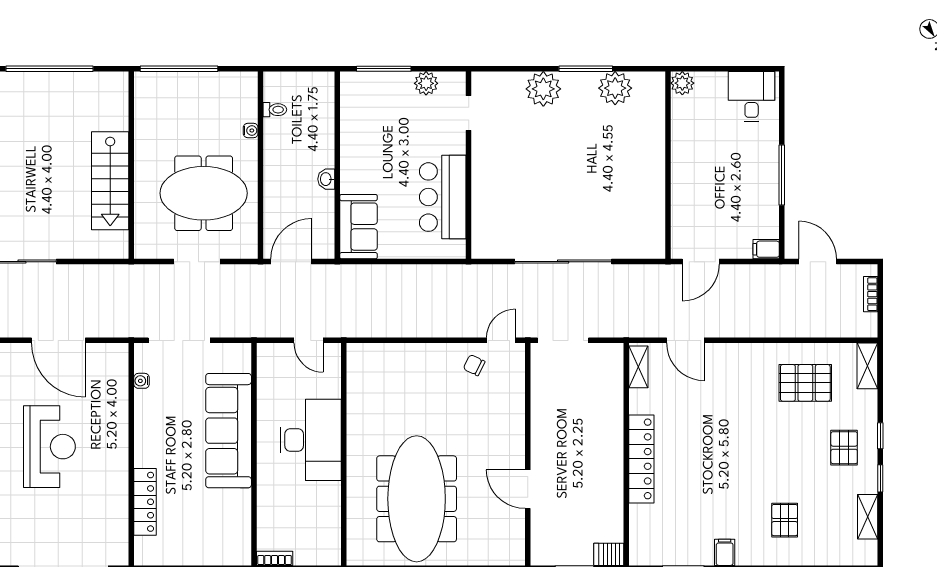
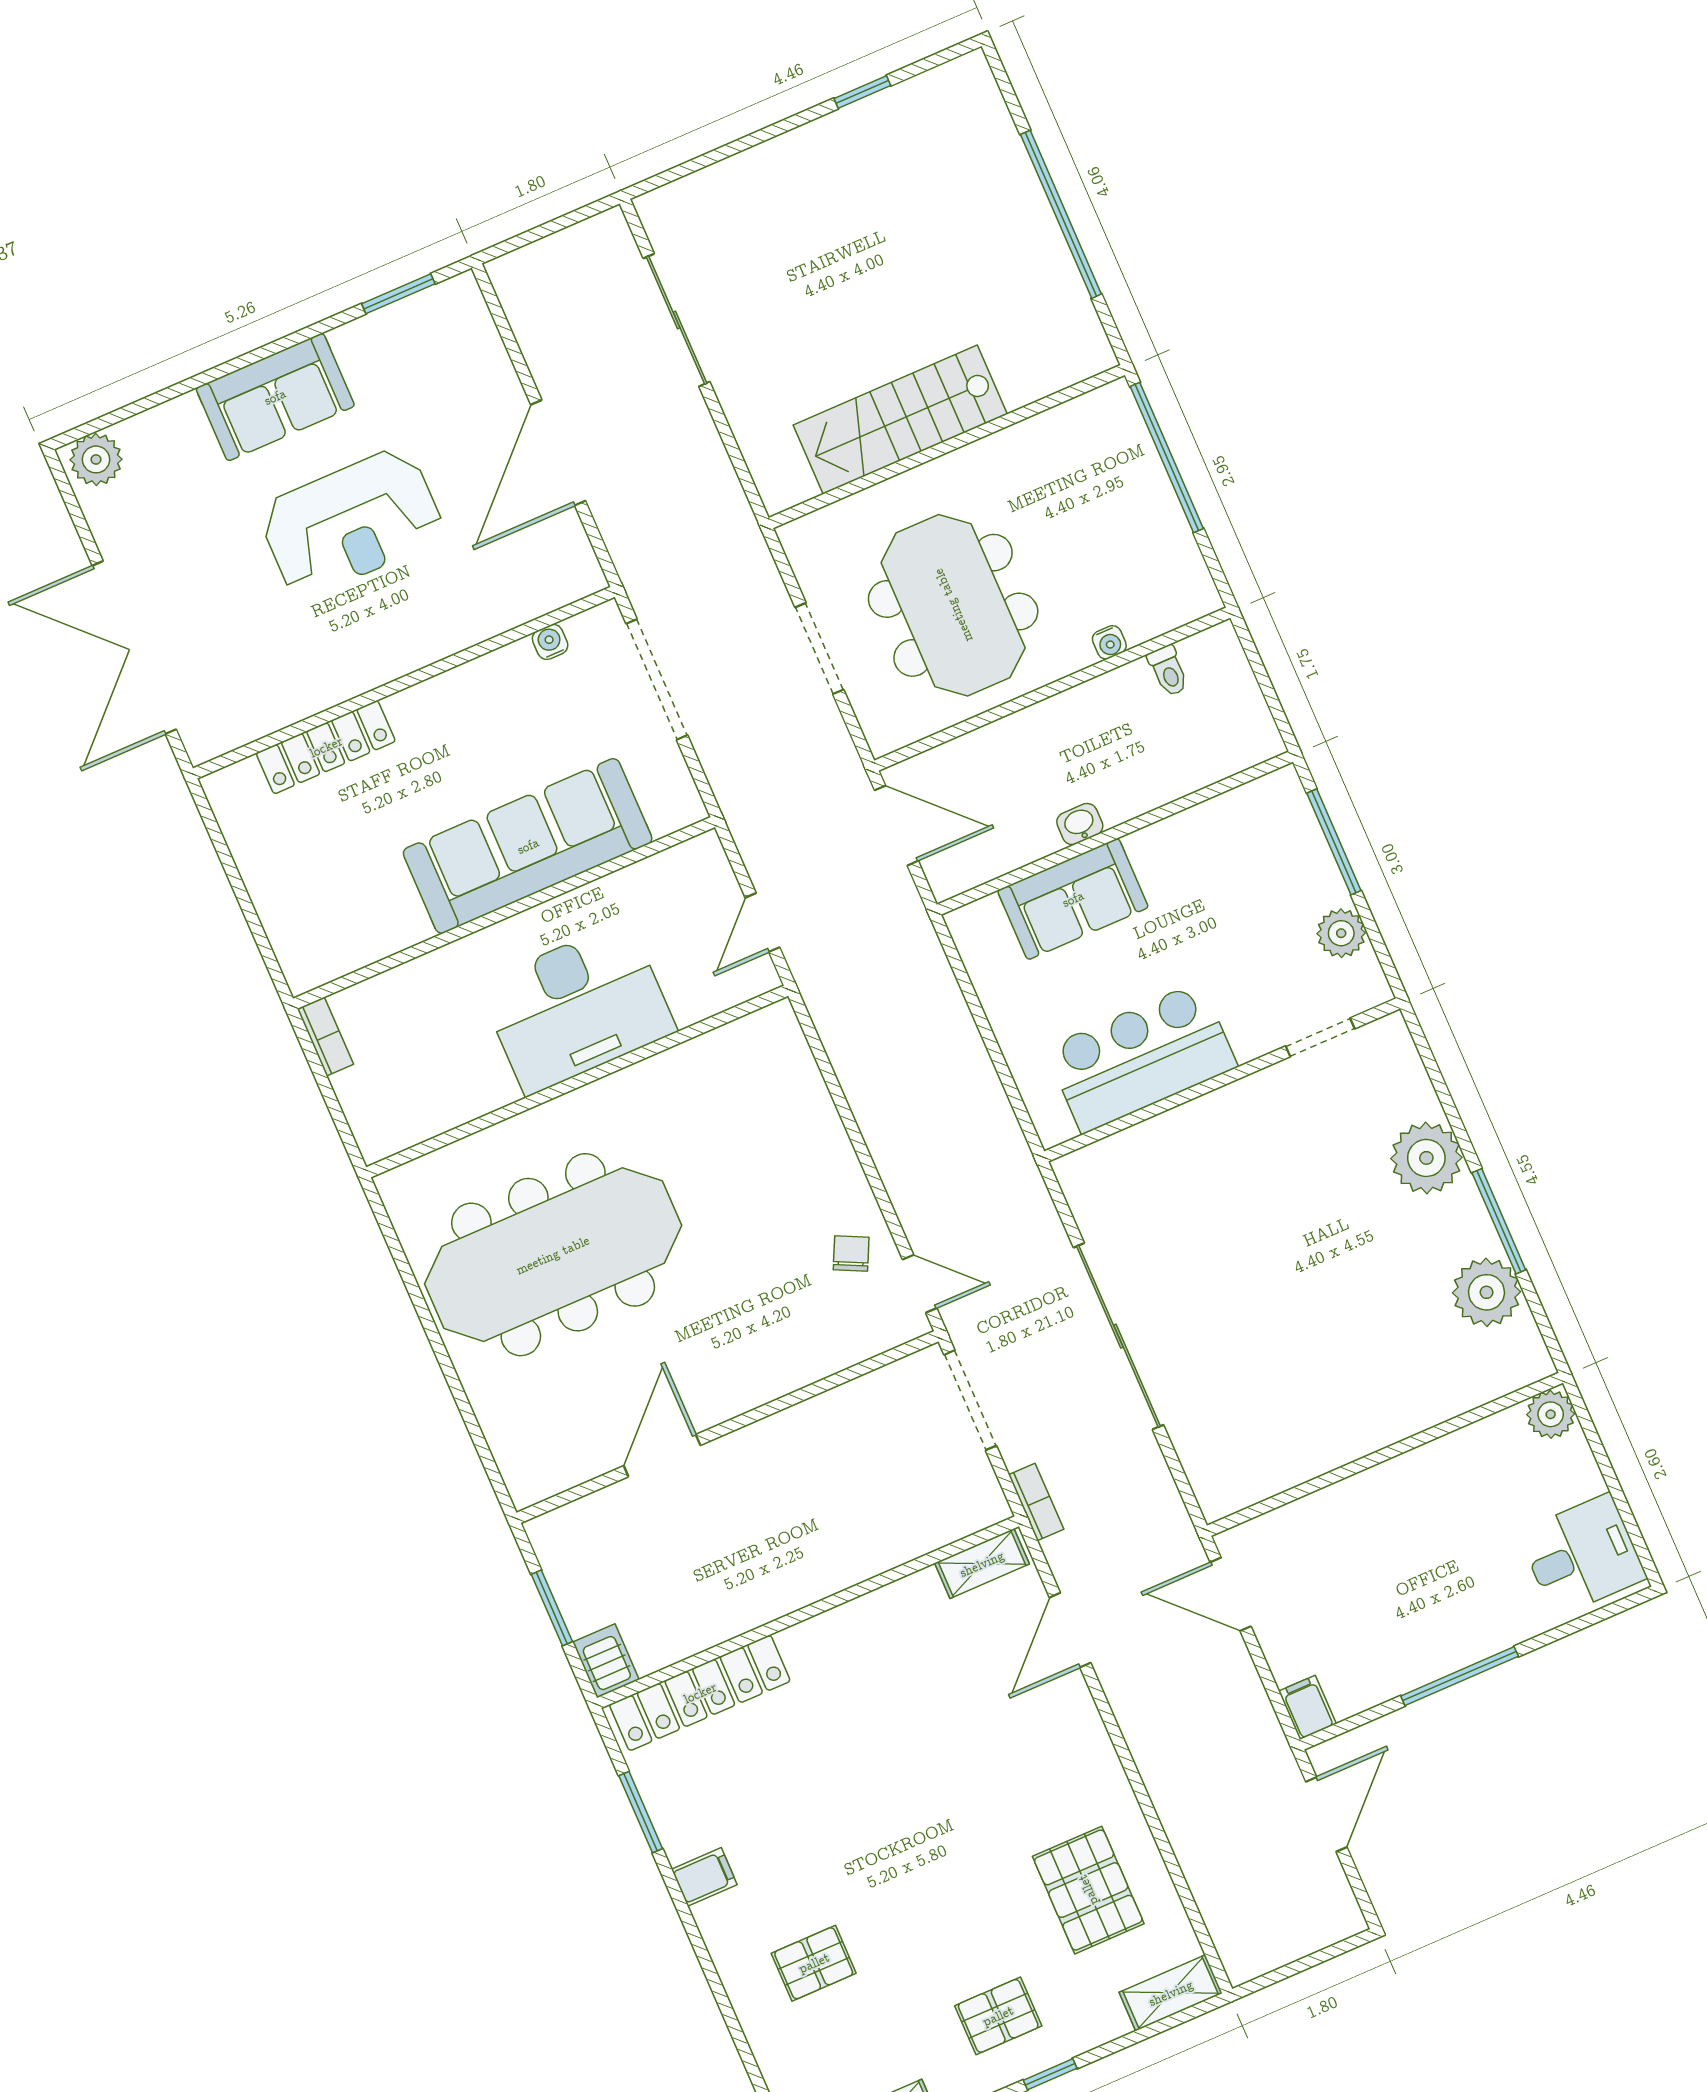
sofa: (358, 227) -> (1073, 899), moved
bookcase: (871, 294) -> (1036, 1502), moved, turned 90
locker: (641, 459) -> (700, 1693), moved

